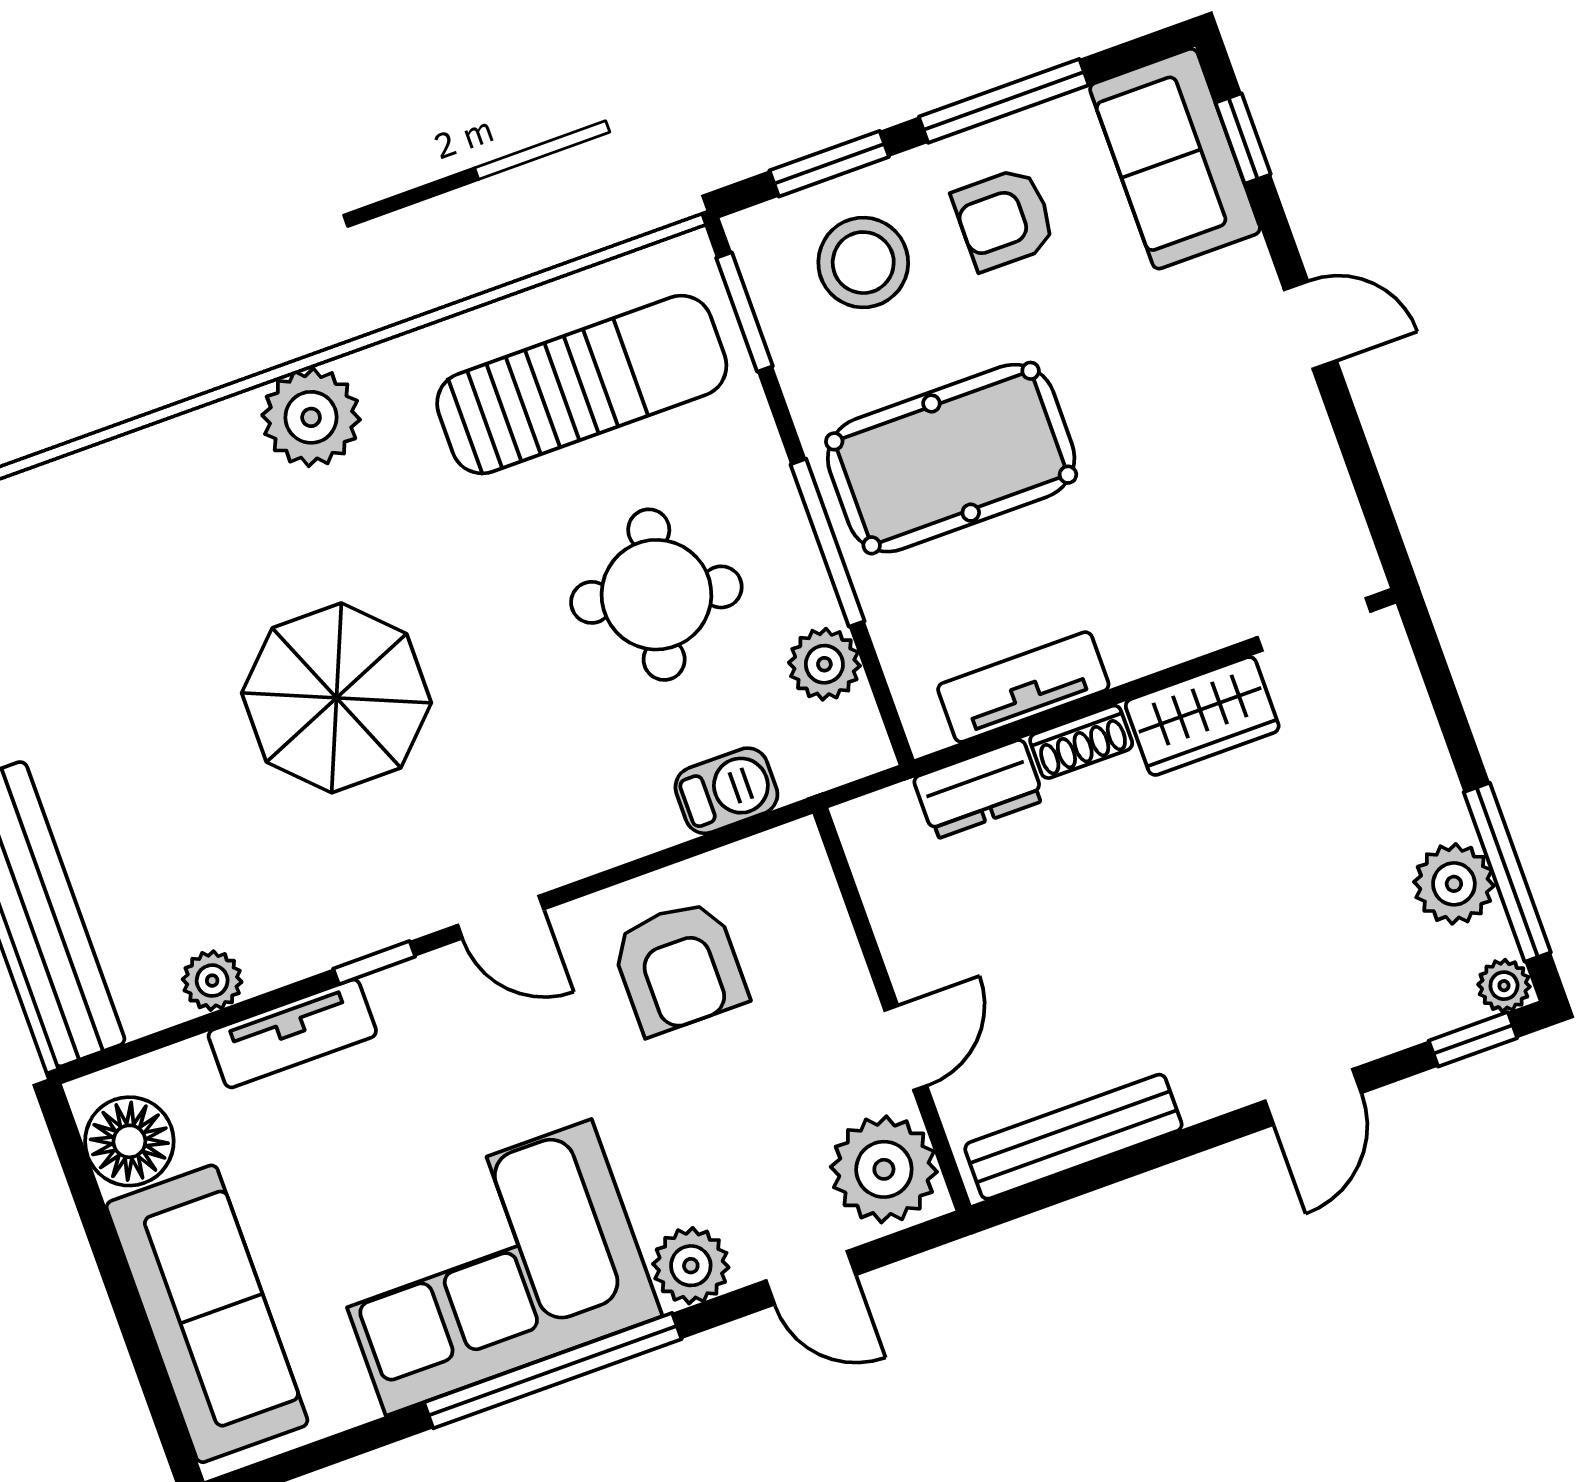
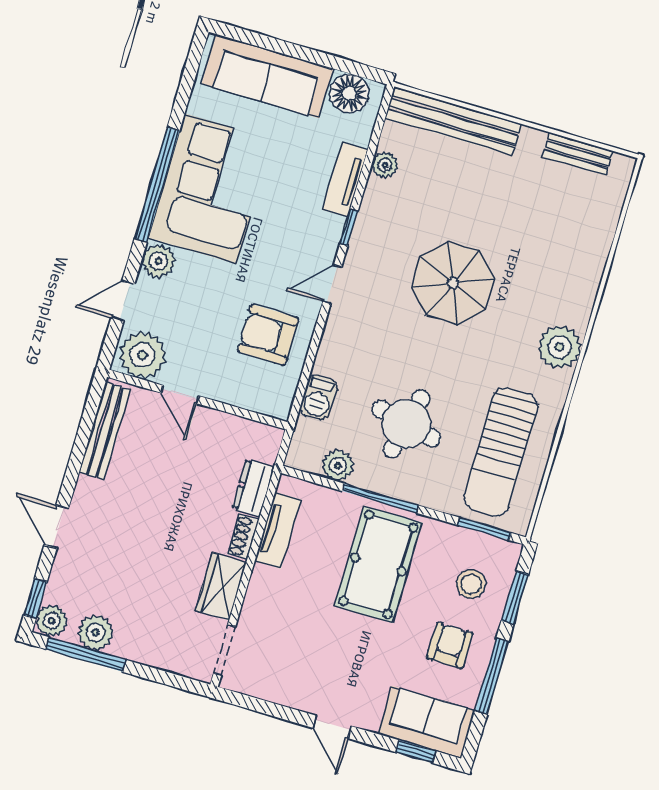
stool: (863, 263) -> (471, 584), width x0.73, depth x0.73
door: (1310, 325) -> (332, 727), hinge flipped
plant: (1504, 986) -> (52, 621), width x1.38, depth x1.38

